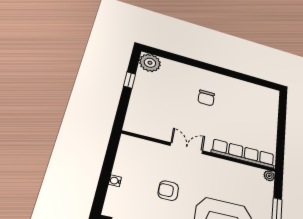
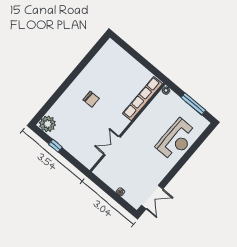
double door: (187, 148) -> (112, 146), moved
armchair: (168, 191) -> (142, 163), removed

